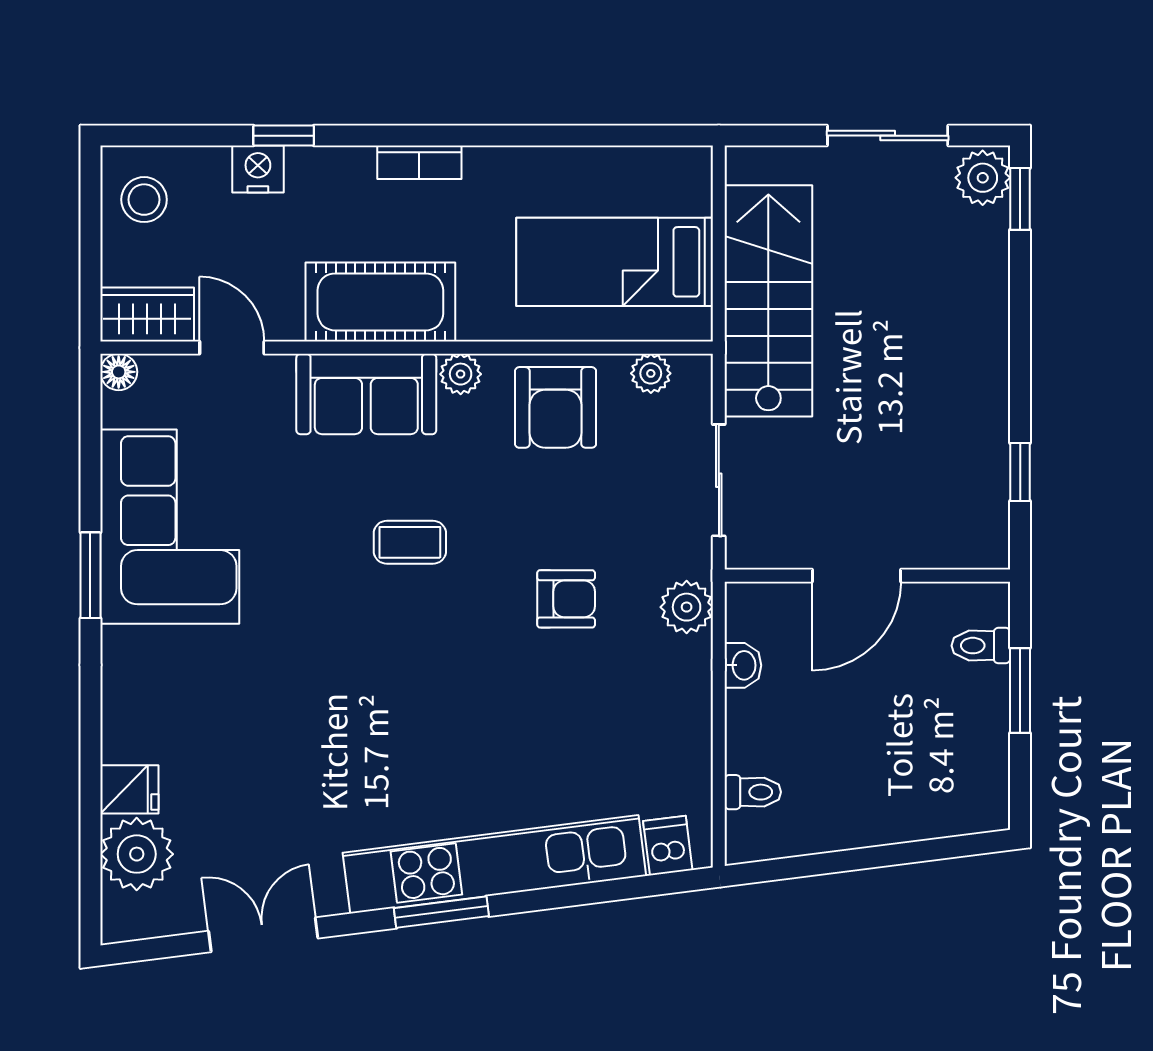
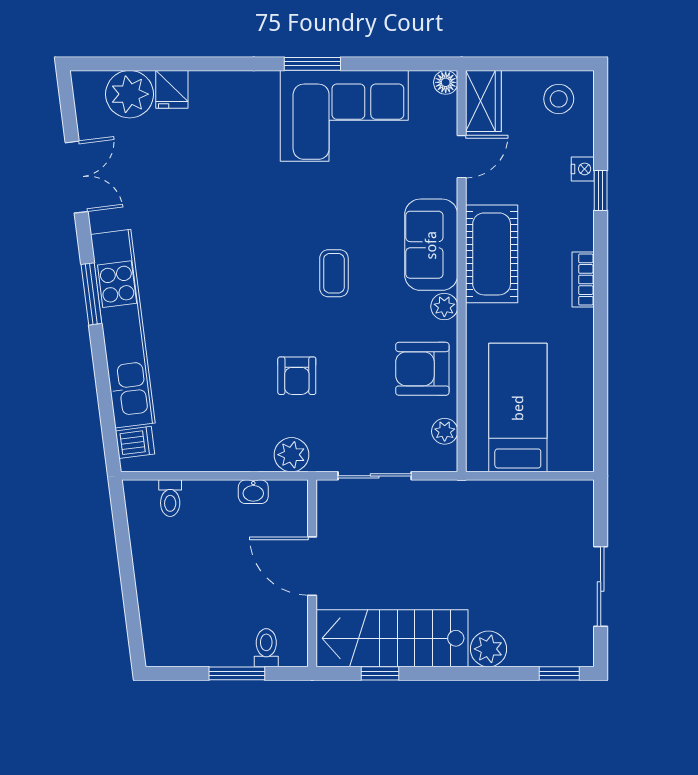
nightstand: (258, 169) -> (583, 169), width x0.72, depth x0.74
plant: (983, 178) -> (489, 649), moved
stairs: (768, 301) -> (392, 638), moved, turned 180

